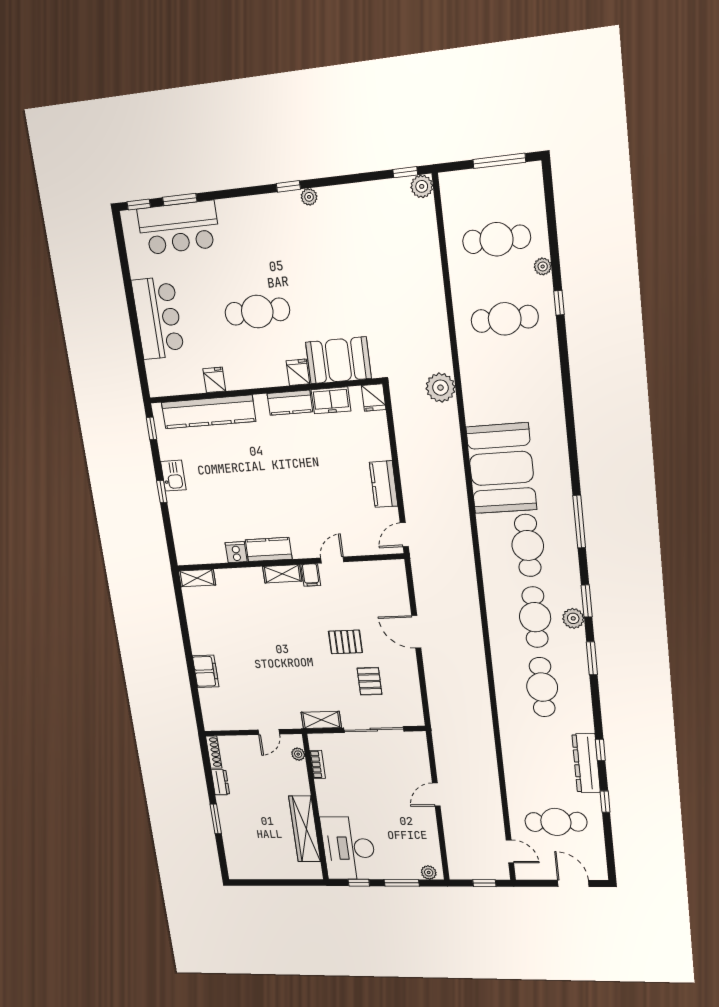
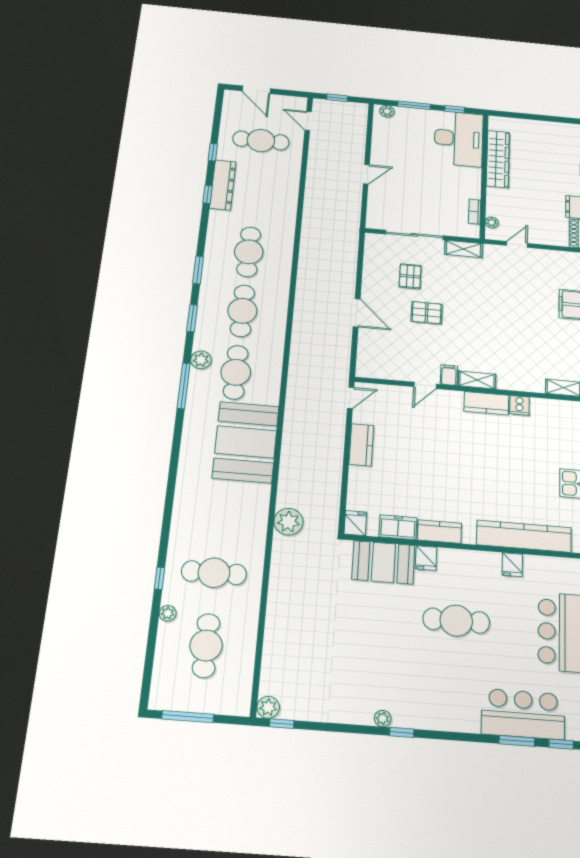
cafe table: (497, 239) -> (206, 646), turned 90
plant: (573, 618) -> (201, 360), moved

